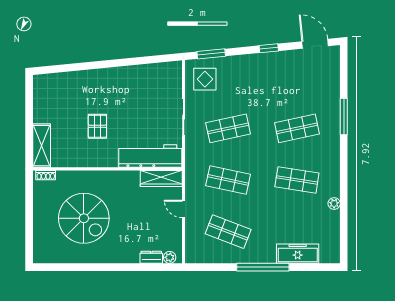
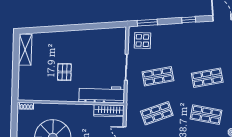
shelving: (42, 146) -> (25, 50), moved
shop shelf: (228, 180) -> (157, 113), turned -33

